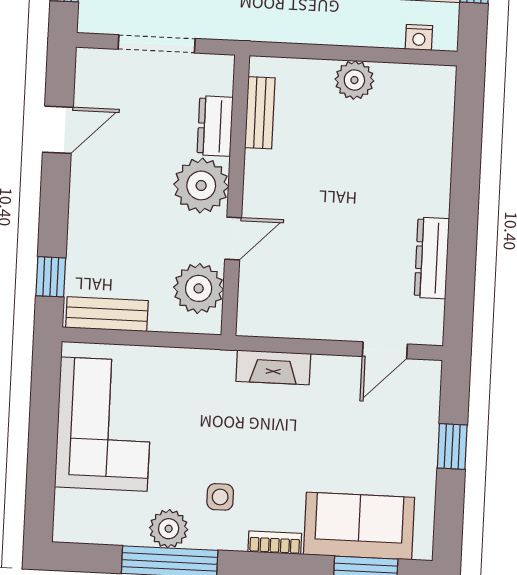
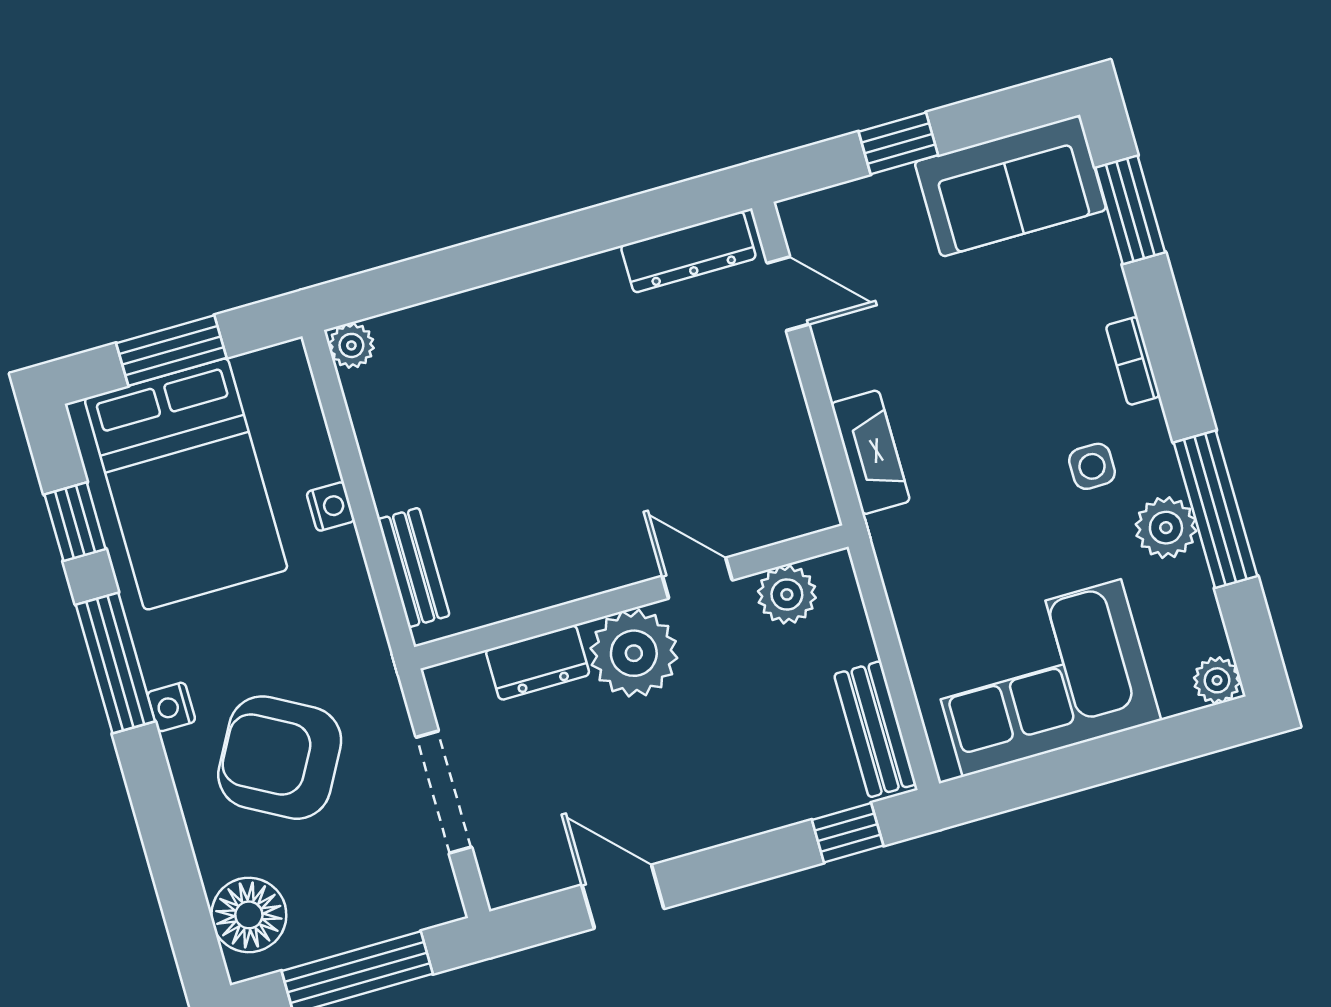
nightstand: (419, 37) -> (331, 507), moved
plant: (354, 80) -> (351, 345), moved, width x0.73, depth x0.73
bench: (260, 113) -> (414, 567), moved, turned 90
dresser: (432, 258) -> (688, 252), moved
plant: (199, 288) -> (787, 594), width x0.73, depth x0.73
sofa: (359, 526) -> (1010, 186), moved, turned -90
plant: (67, 528) -> (1217, 680), added

